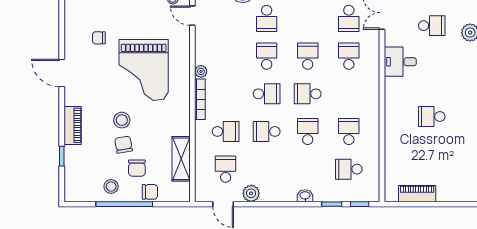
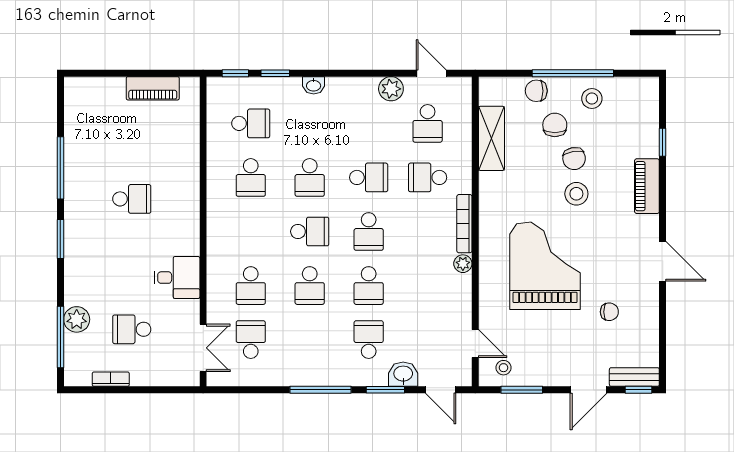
school desk: (267, 94) -> (369, 231), turned -90

